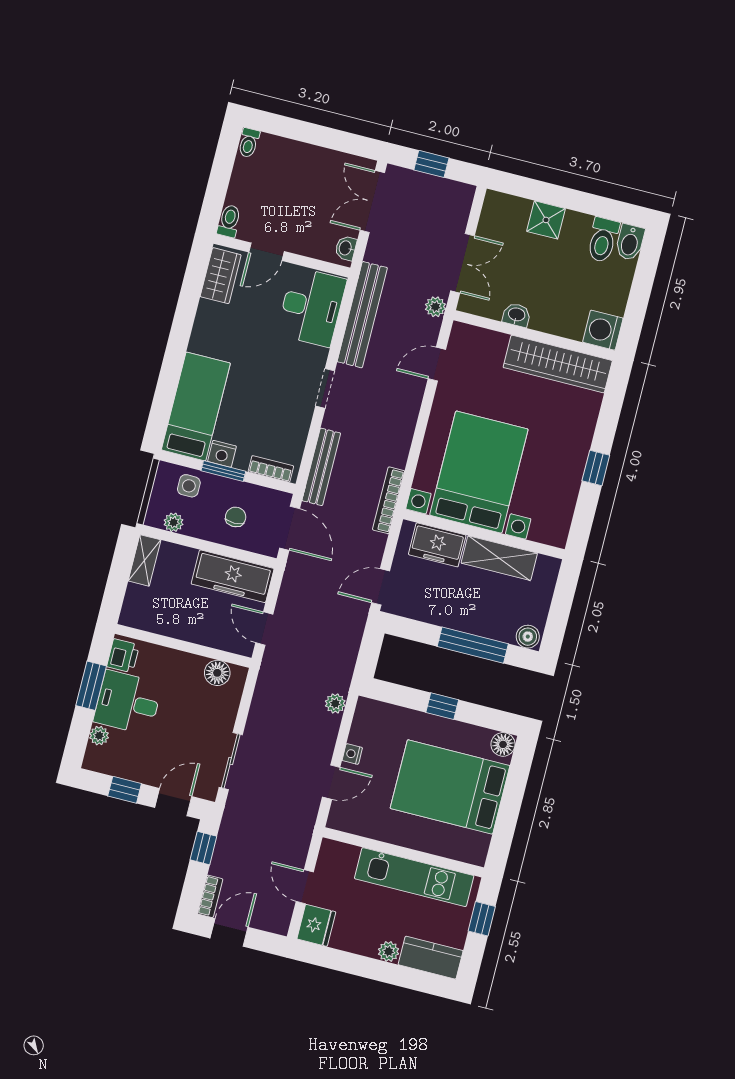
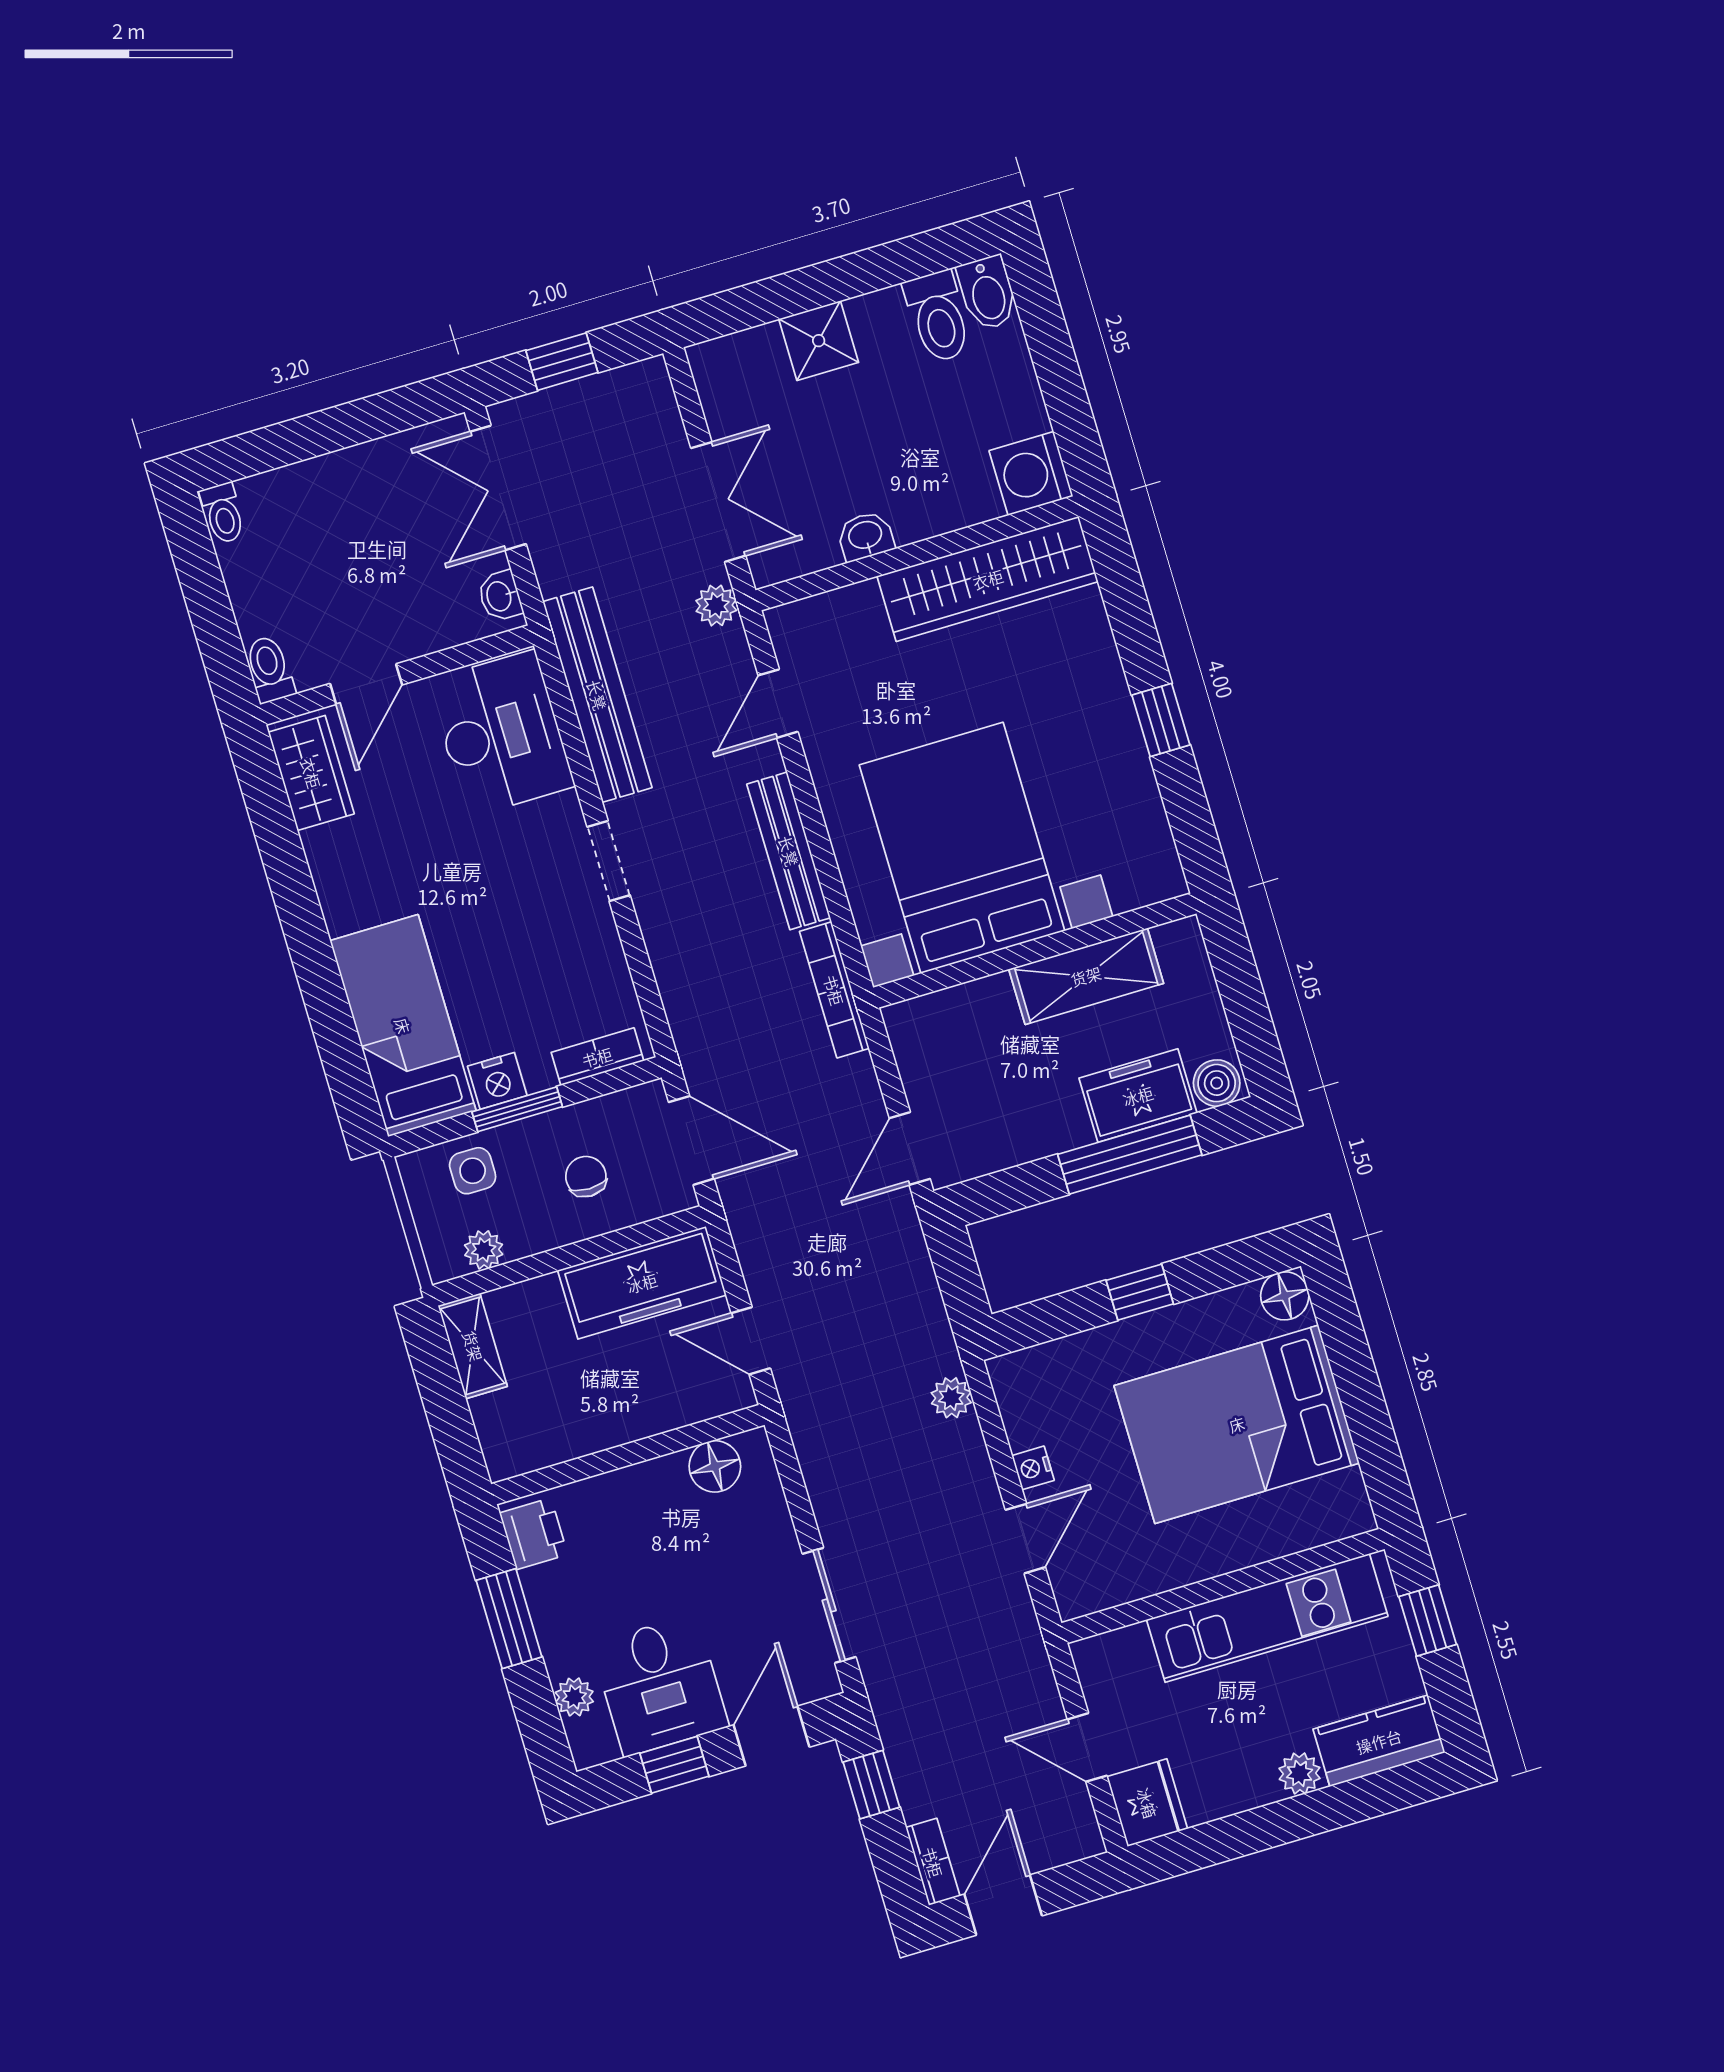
bench: (321, 467) -> (789, 851), moved
freezer: (437, 545) -> (1138, 1096), moved, turned 180
desk: (128, 703) -> (660, 1685), moved, turned -90

